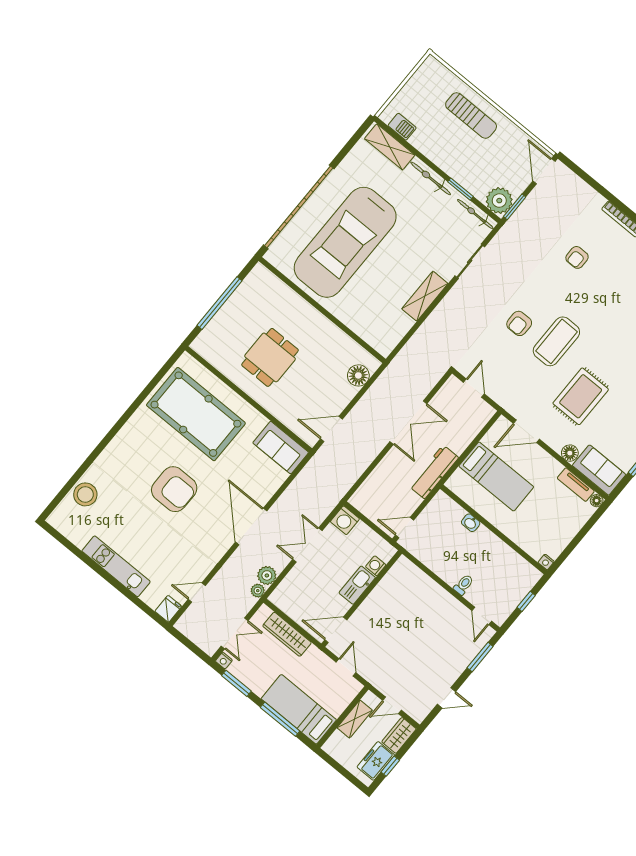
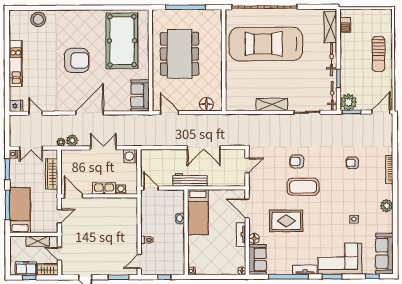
dining table: (270, 357) -> (180, 54), width x1.88, depth x1.24
bed: (496, 477) -> (198, 212), moved
tv unit: (576, 485) -> (241, 234), moved
armchair: (174, 489) -> (77, 60), turned -90

